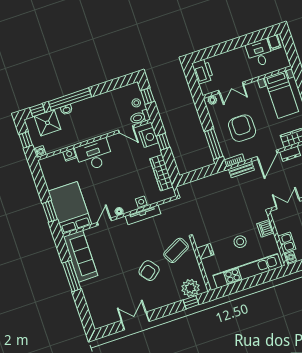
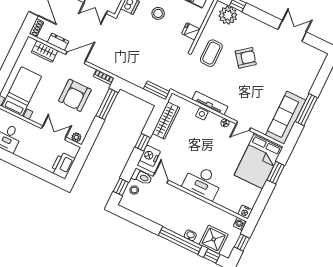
nightstand: (70, 155) -> (245, 212), moved
bench: (241, 169) -> (157, 90), moved
coffee table: (176, 250) -> (211, 53), turned -63
double door: (135, 321) -> (292, 31), swing flipped

